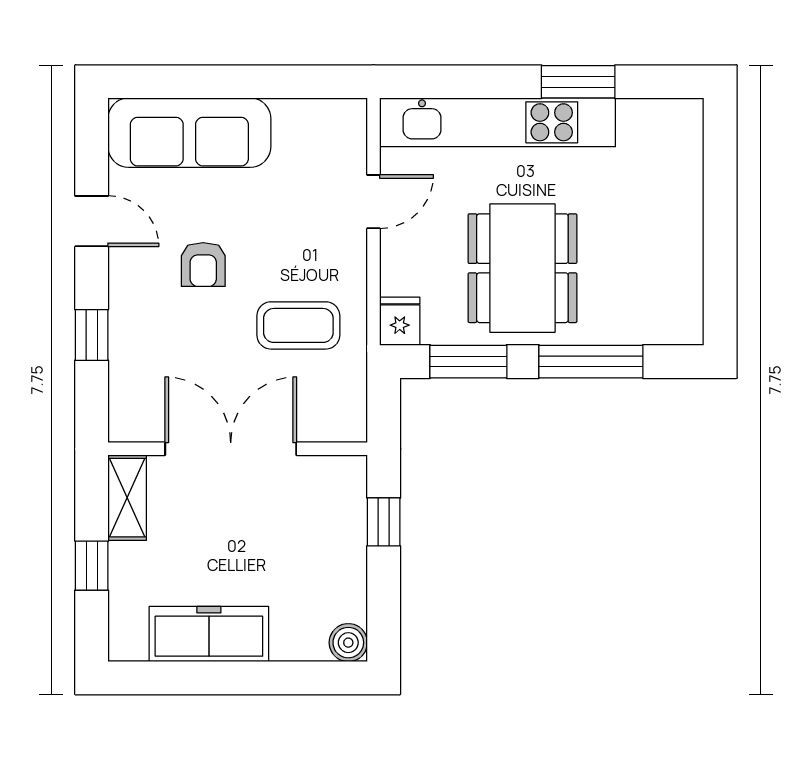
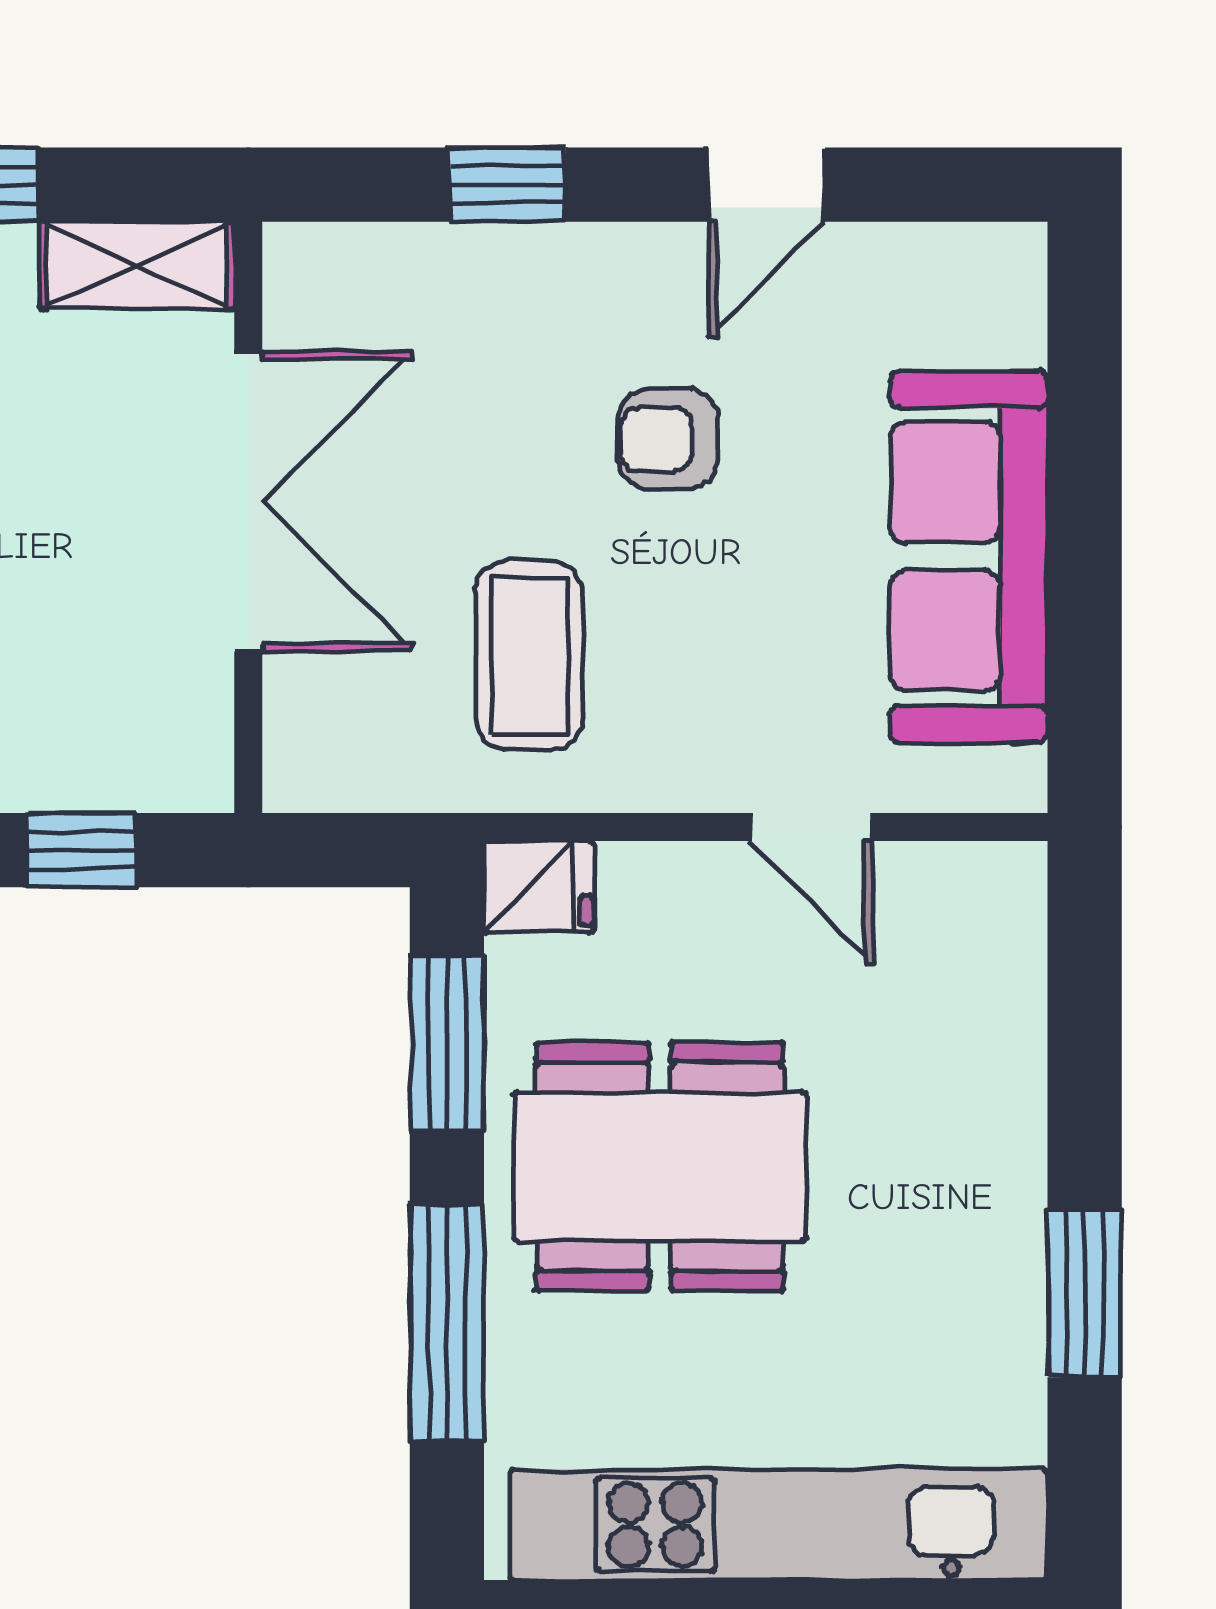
kitchen unit: (497, 122) -> (779, 1525), moved, turned 90
sofa: (189, 133) -> (969, 557), moved

